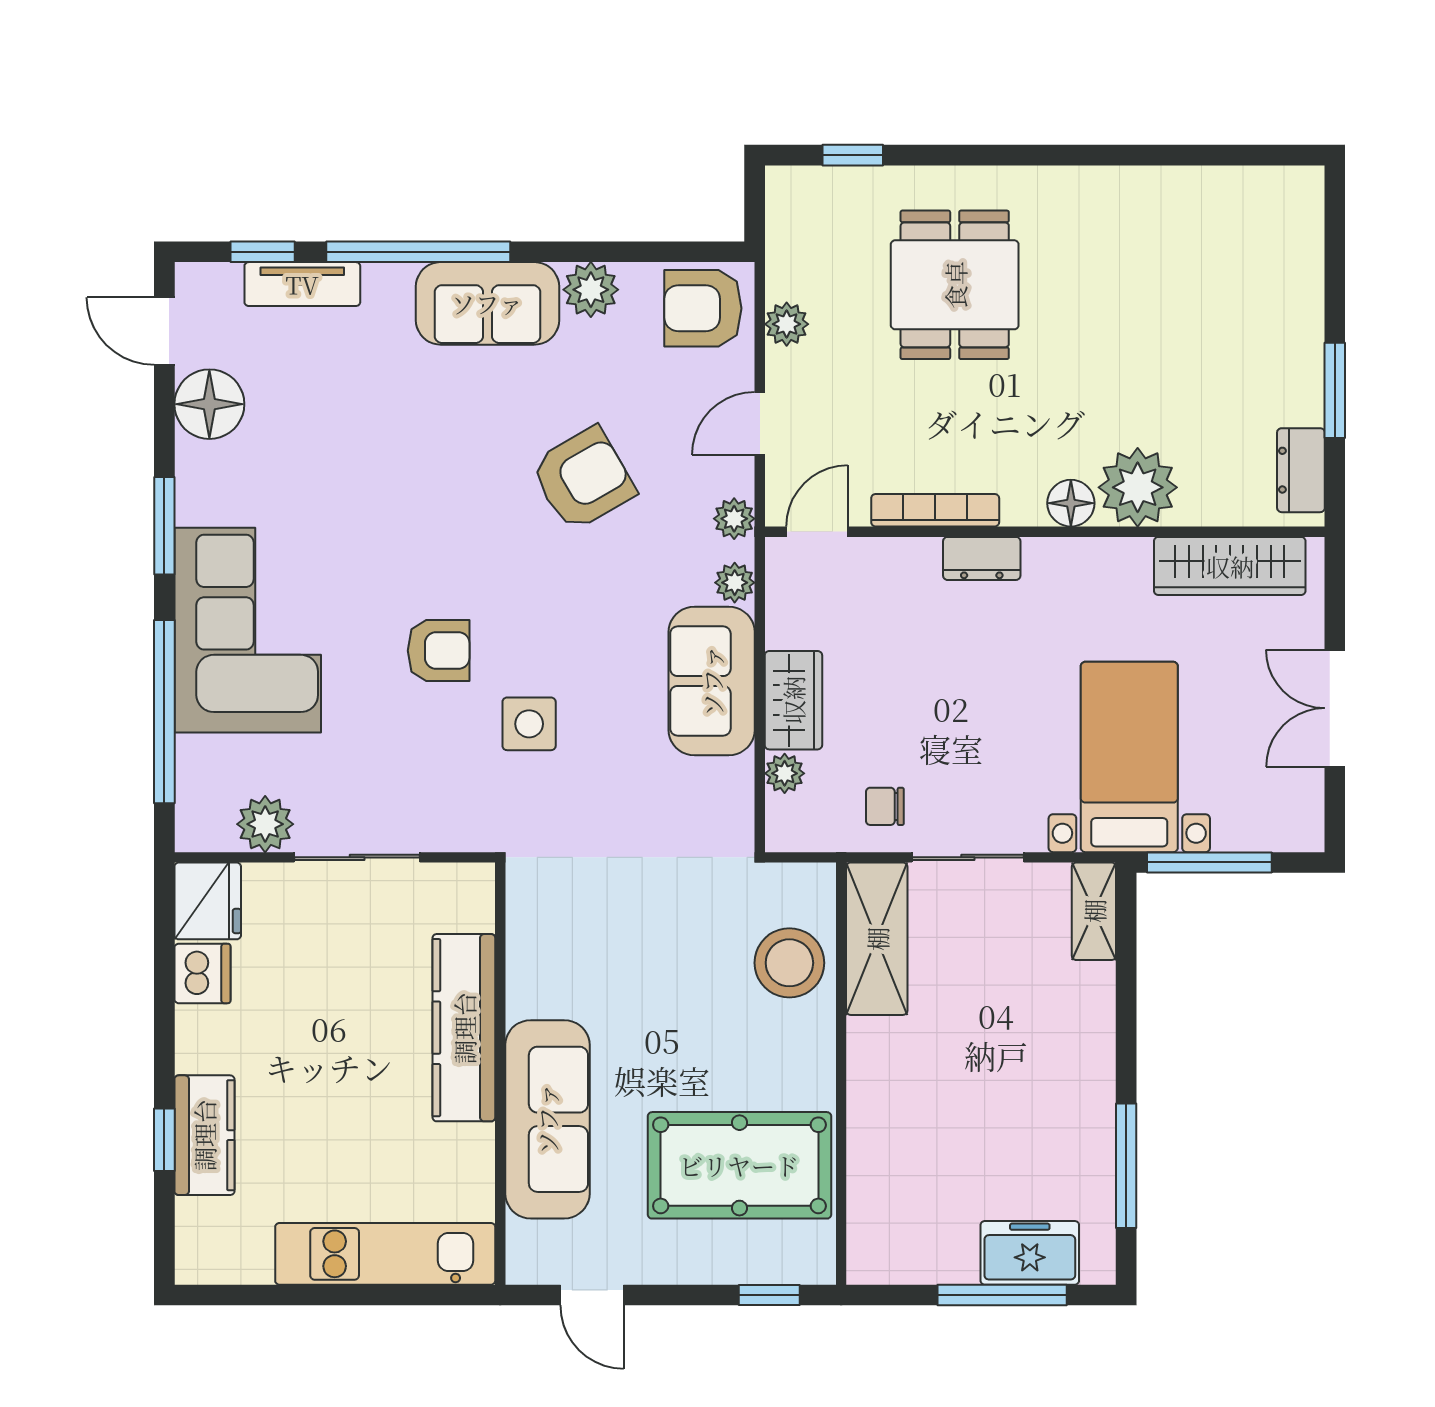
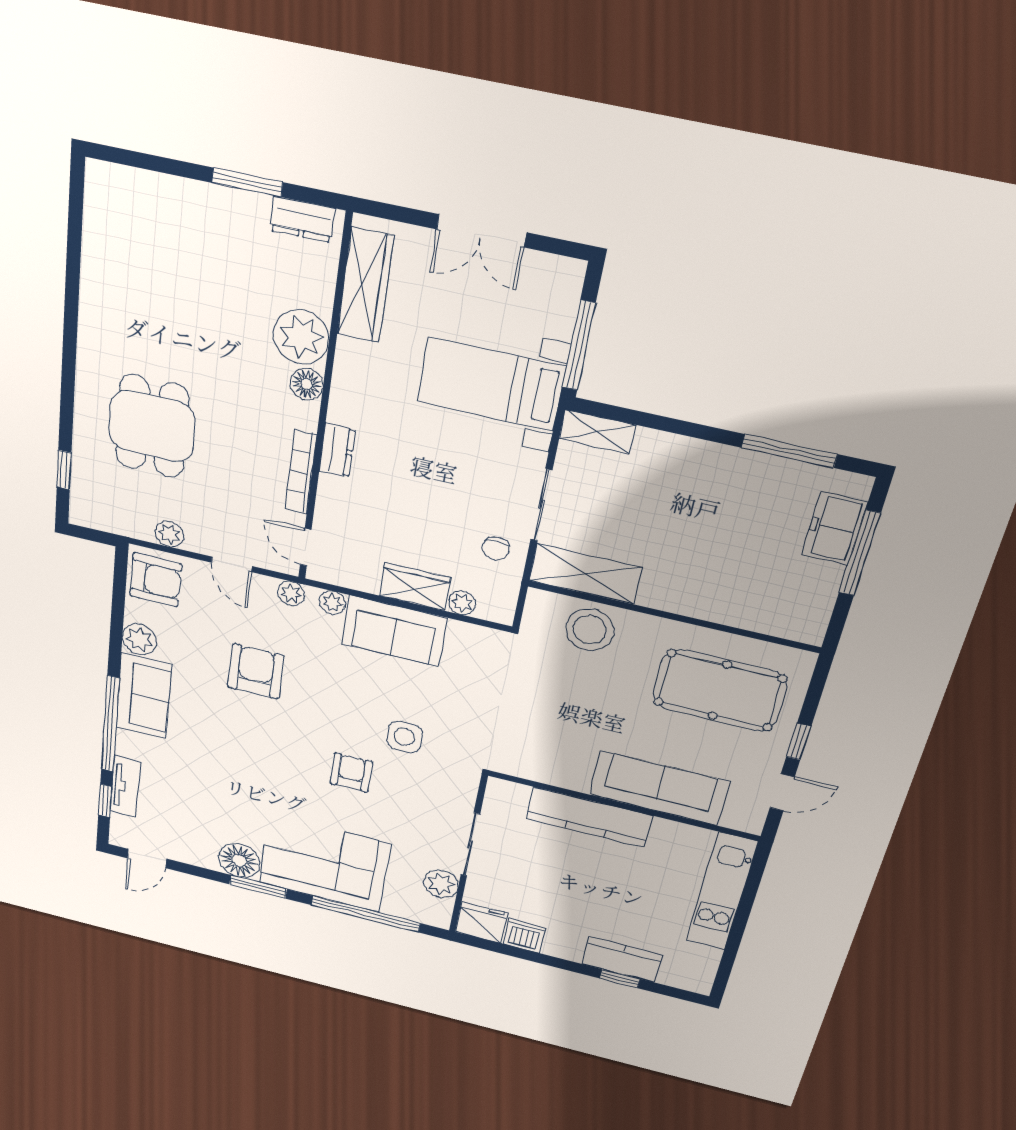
dining table: (955, 285) -> (152, 426), turned 90
armchair: (703, 308) -> (156, 580), turned -89
floor lamp: (209, 404) -> (239, 860), moved
armchair: (583, 479) -> (256, 671), turned 30
pool table: (739, 1165) -> (720, 690), turned 90
window: (769, 1295) -> (799, 742), moved

